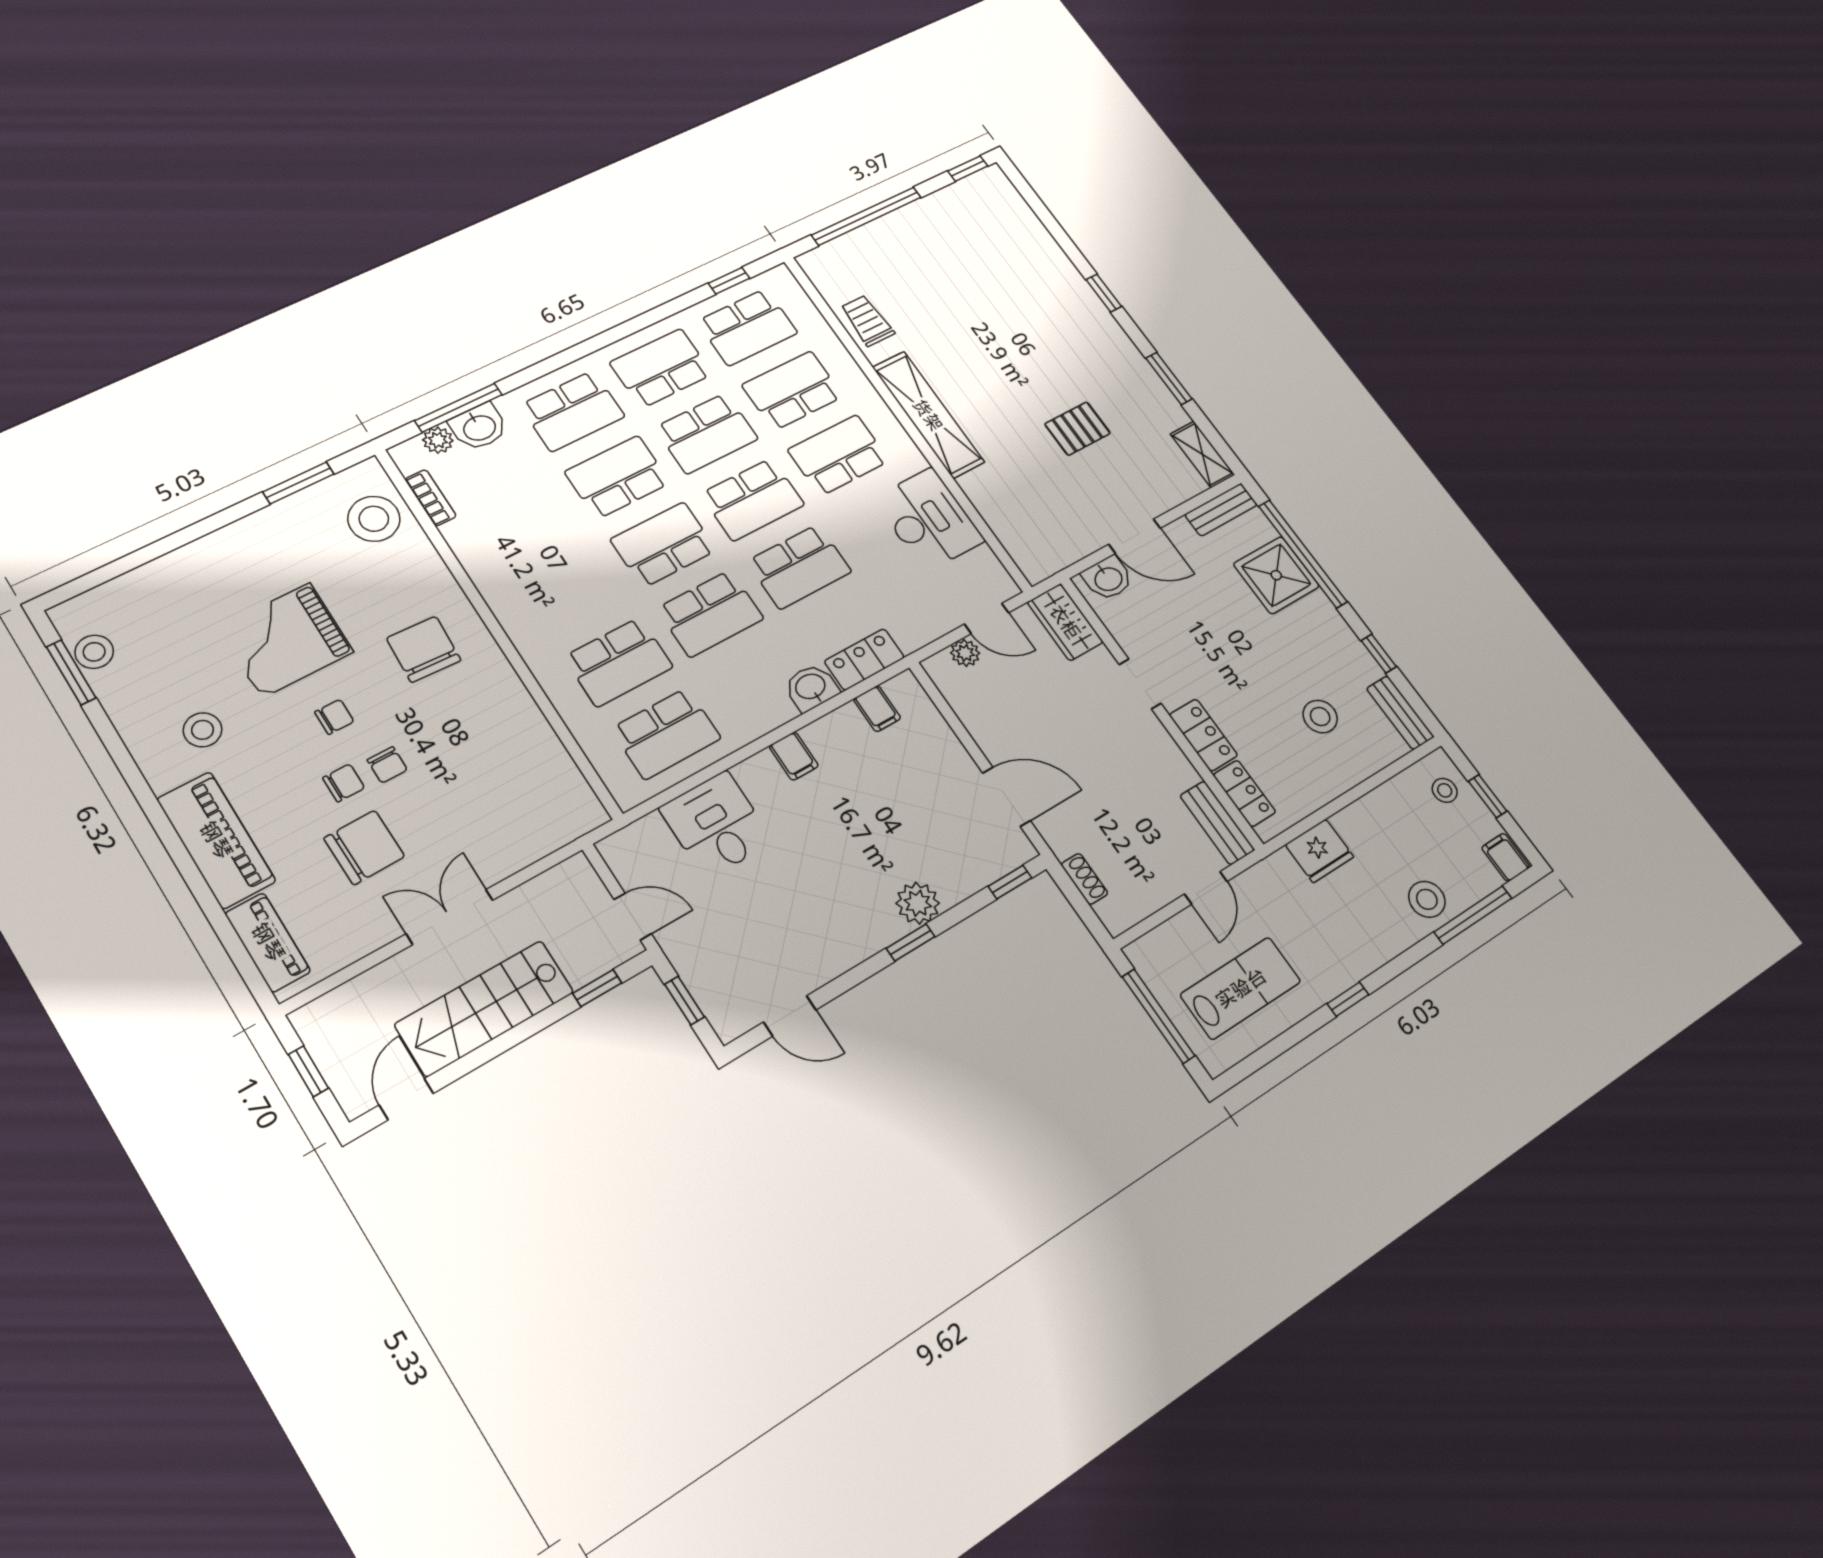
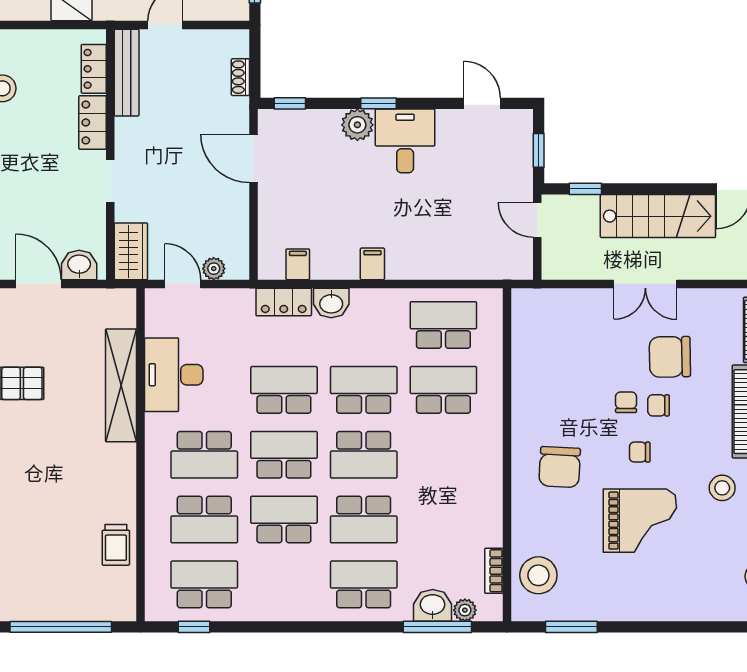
school desk: (661, 368) -> (284, 584), removed
shelving: (928, 415) -> (121, 385), moved
bench: (1217, 823) -> (127, 73), width x1.36
desk: (716, 825) -> (405, 141), moved, turned 180

